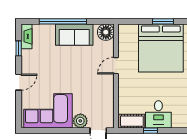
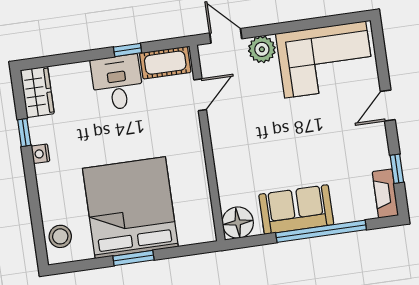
door: (116, 66) -> (200, 95), moved

